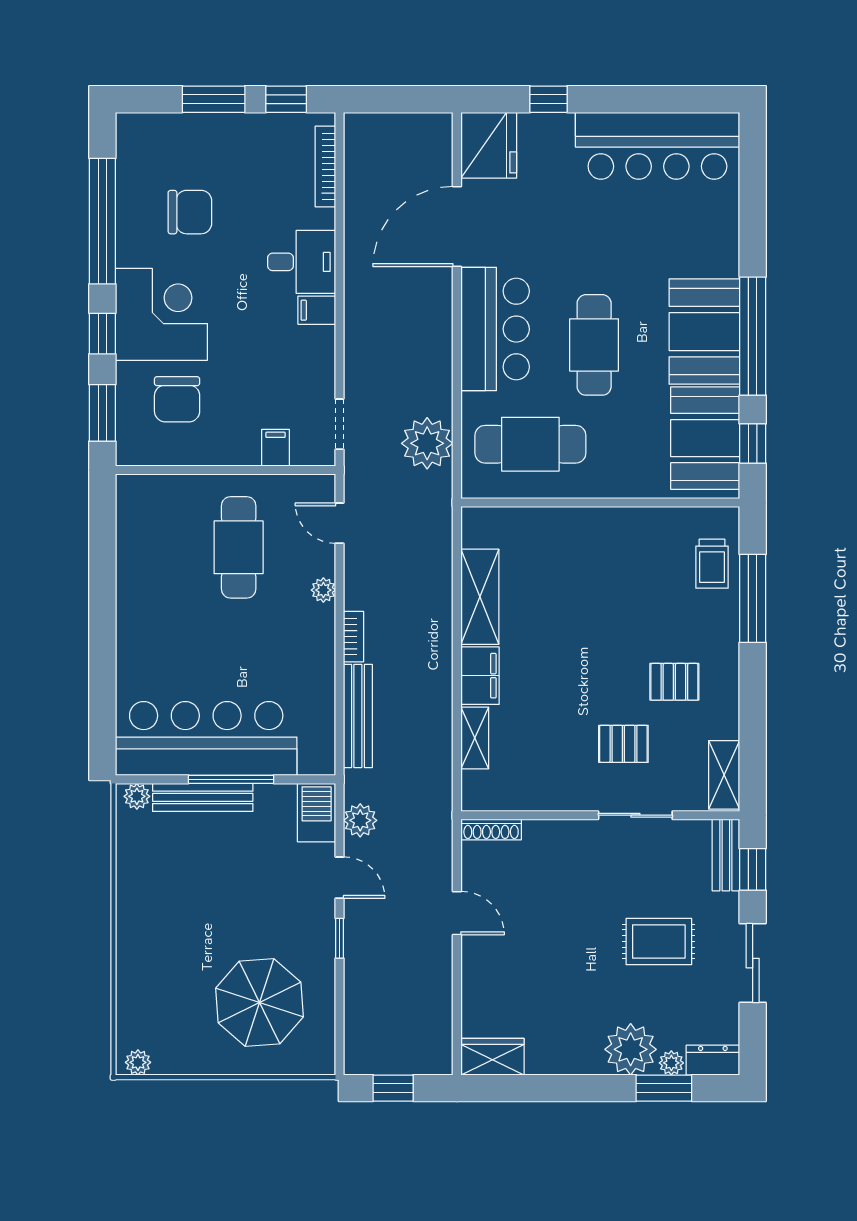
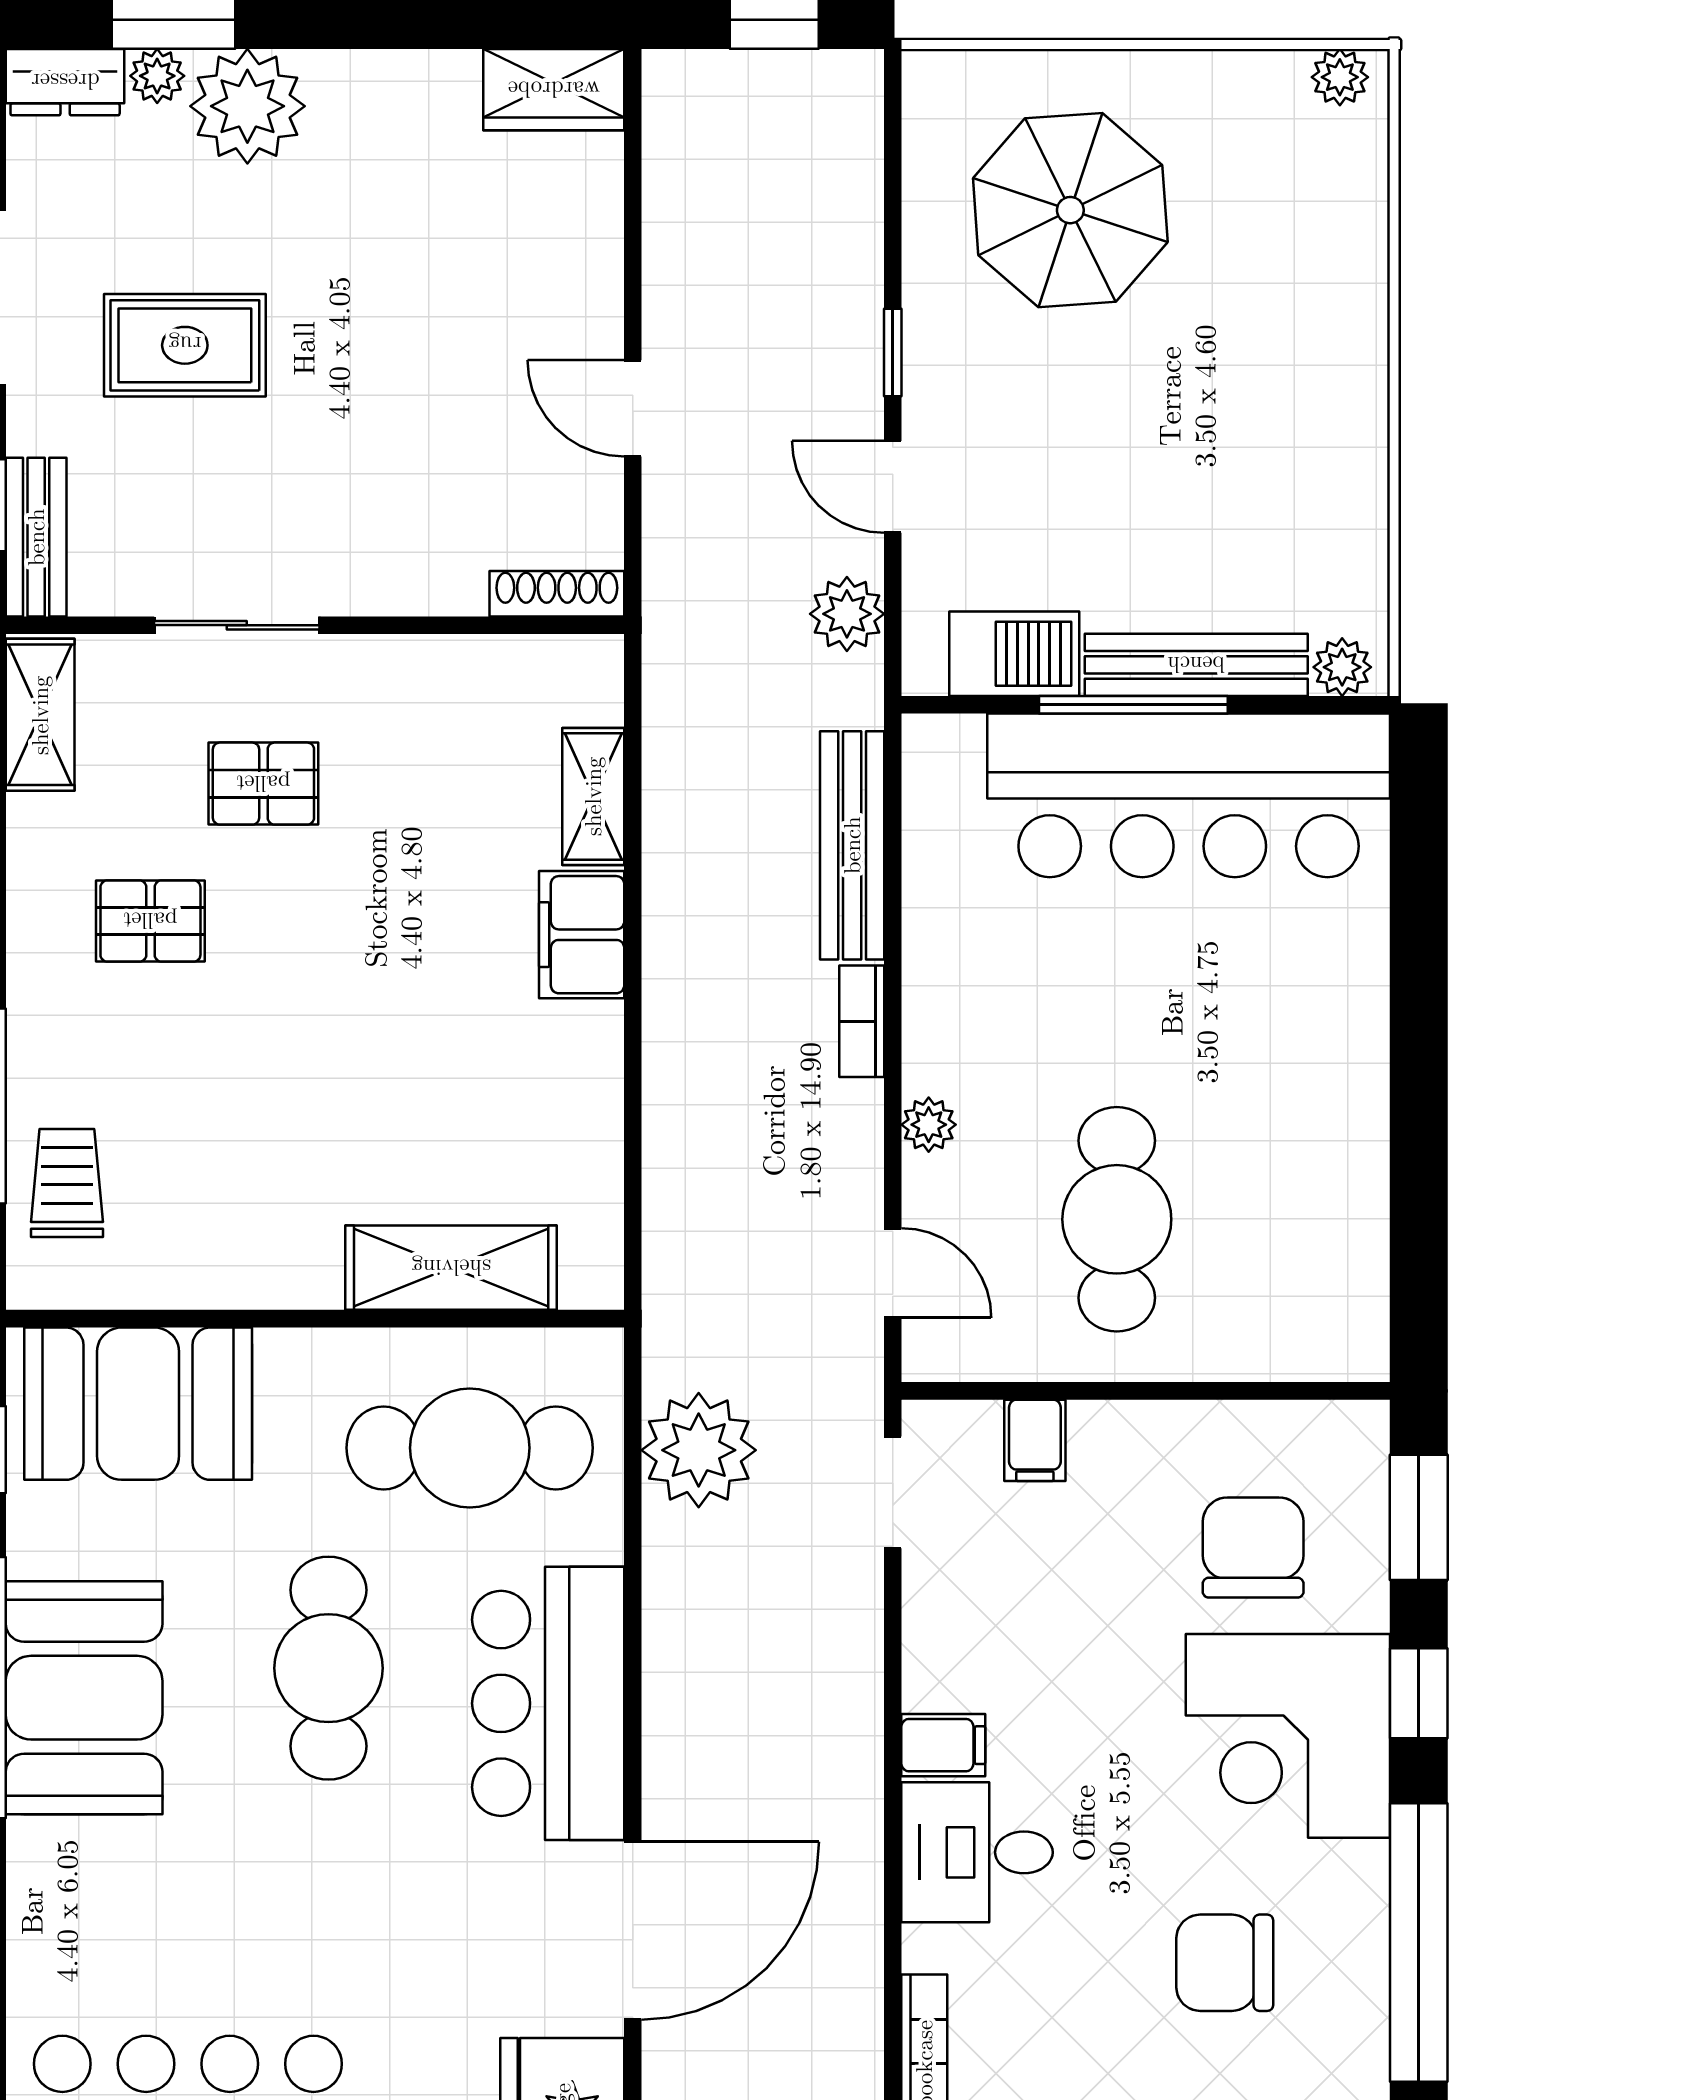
booth: (705, 438) -> (138, 1404), moved, turned 90
shelving: (480, 597) -> (451, 1268), moved, turned 90
barbecue: (317, 813) -> (1014, 654), moved, turned -90

